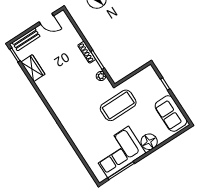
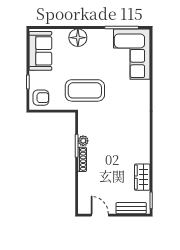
plant: (101, 76) -> (83, 141), moved
armchair: (148, 79) -> (41, 98), added
corner sofa: (118, 152) -> (132, 54), moved, turned 90

